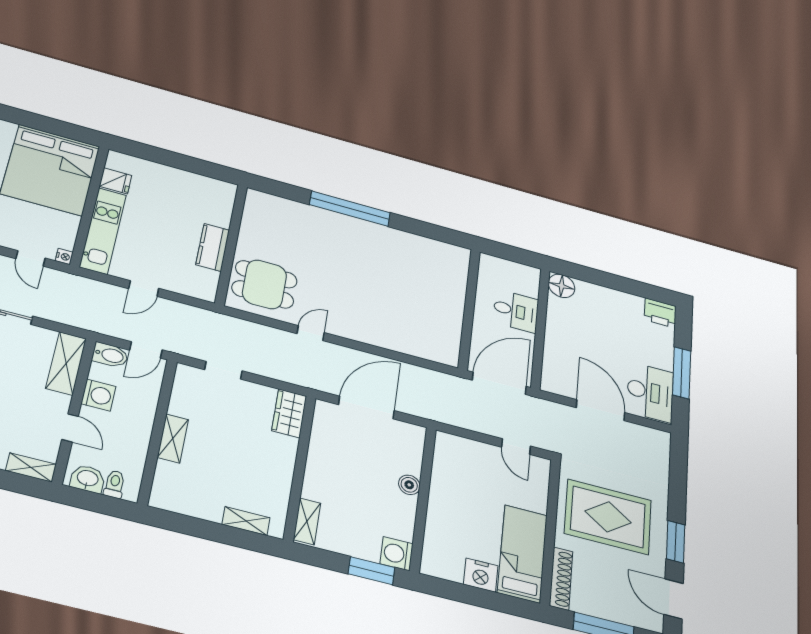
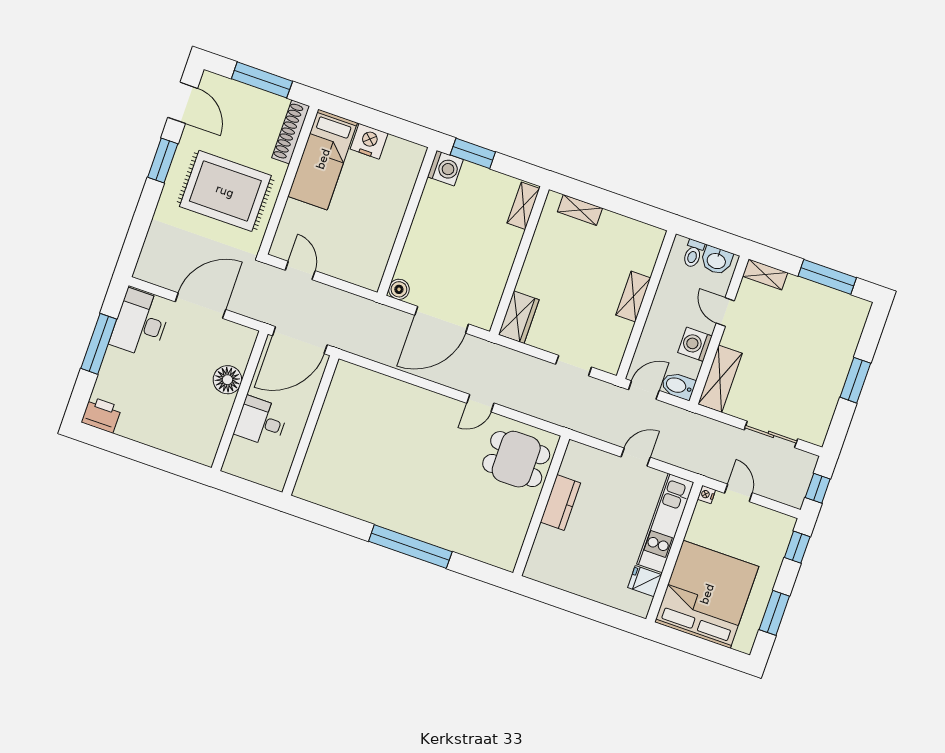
floor lamp: (562, 286) -> (227, 380), moved
door: (601, 410) -> (200, 306), swing flipped
boiler: (409, 485) -> (399, 289), moved

